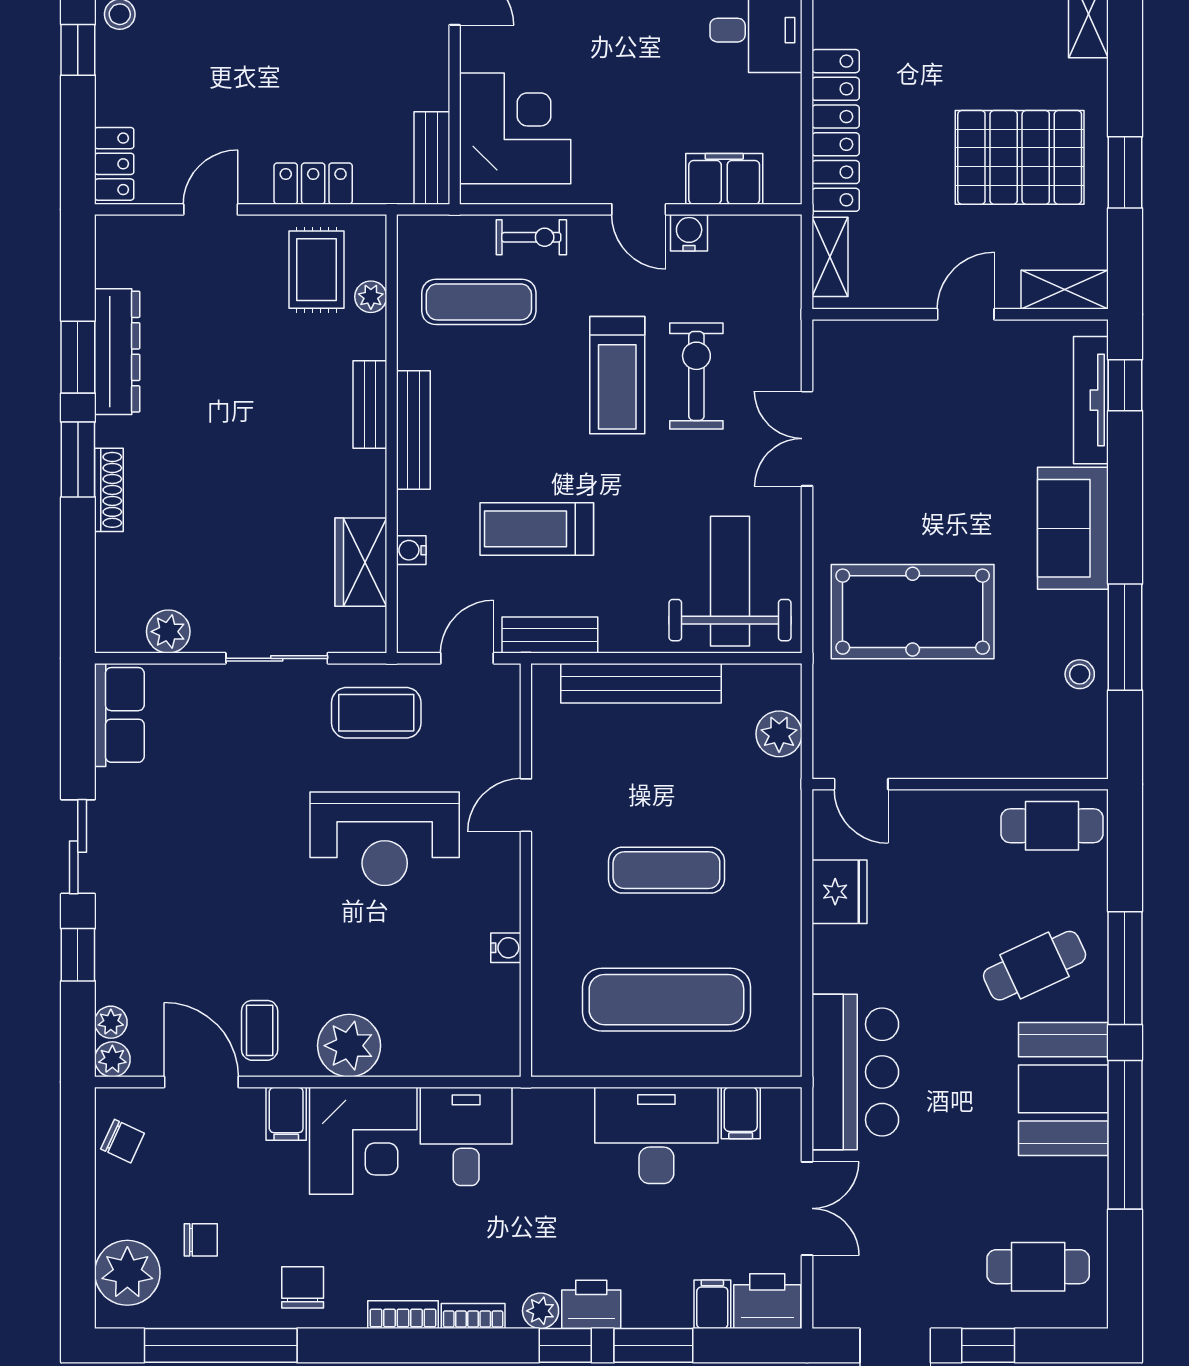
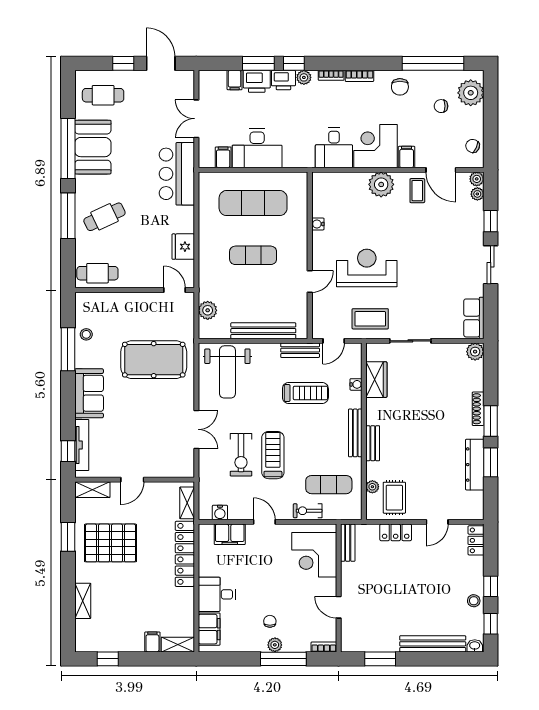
water cooler: (689, 233) -> (220, 513), moved
plant: (168, 632) -> (475, 352), moved
booth: (1063, 1089) -> (93, 147), moved
printer: (767, 1301) -> (257, 81), moved

